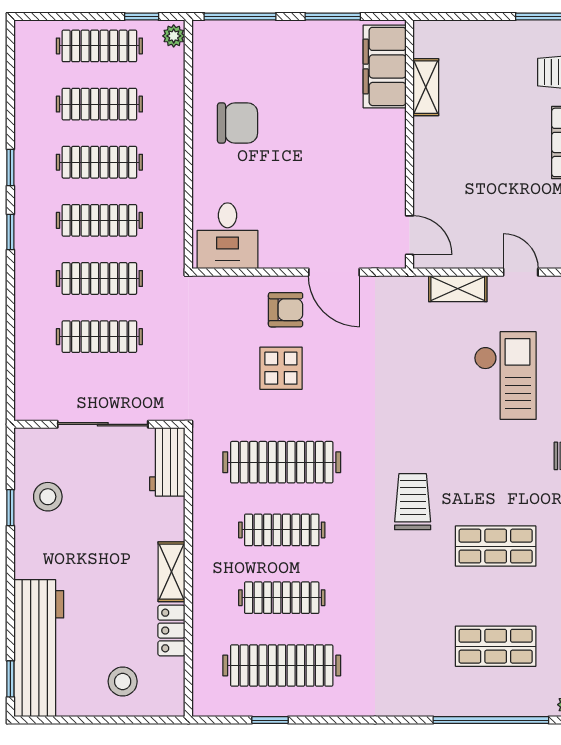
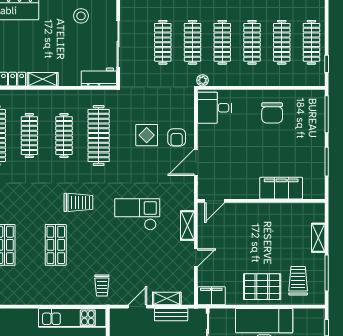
plant: (174, 36) -> (203, 80), moved
filing cabinet: (385, 66) -> (281, 188), moved
shelving: (426, 87) -> (318, 238), moved, turned 90
checkout: (505, 376) -> (137, 214), moved, turned 180

